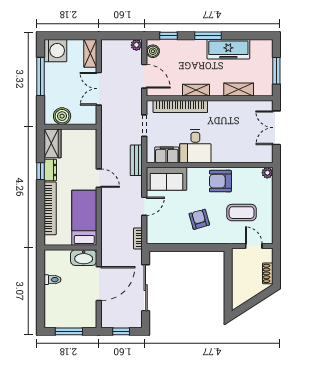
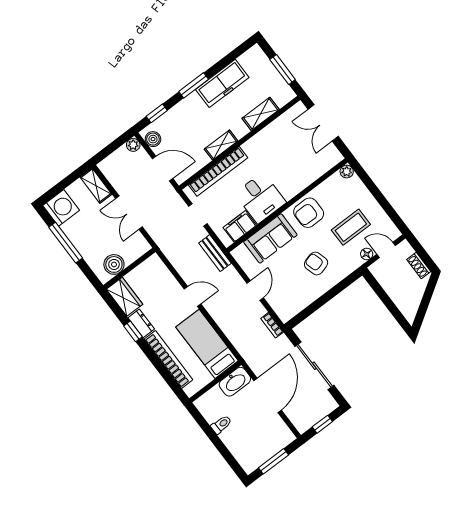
sofa: (166, 179) -> (270, 238), moved
floor lamp: (238, 239) -> (367, 254), added

